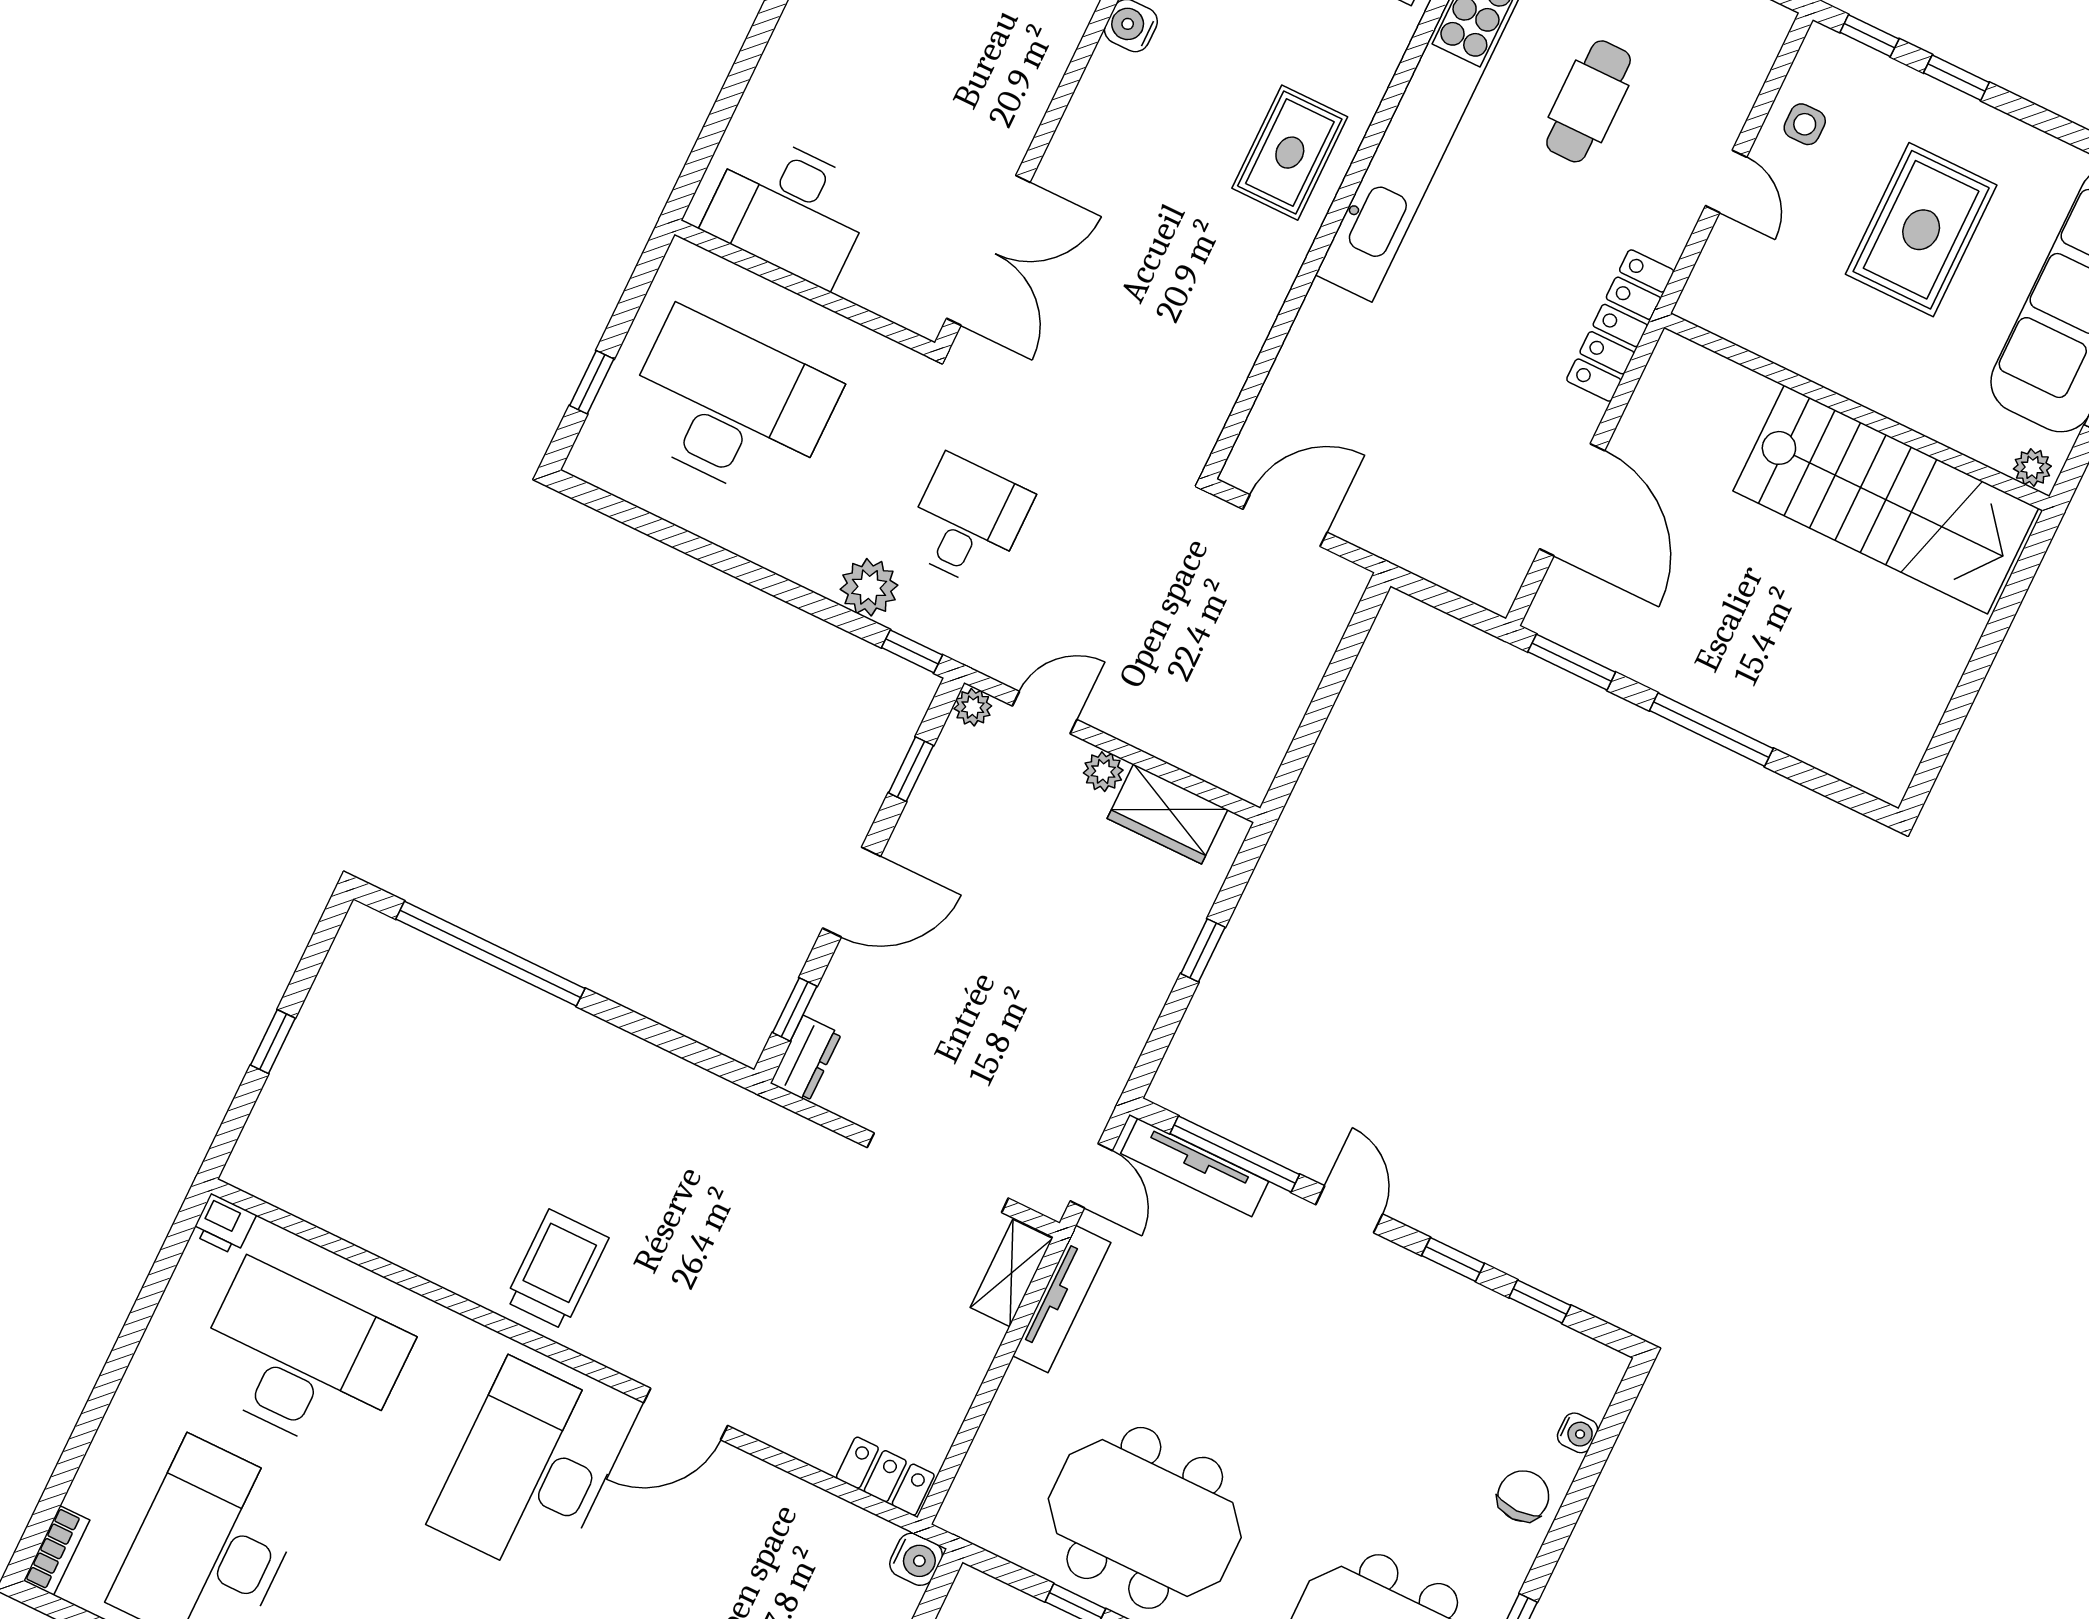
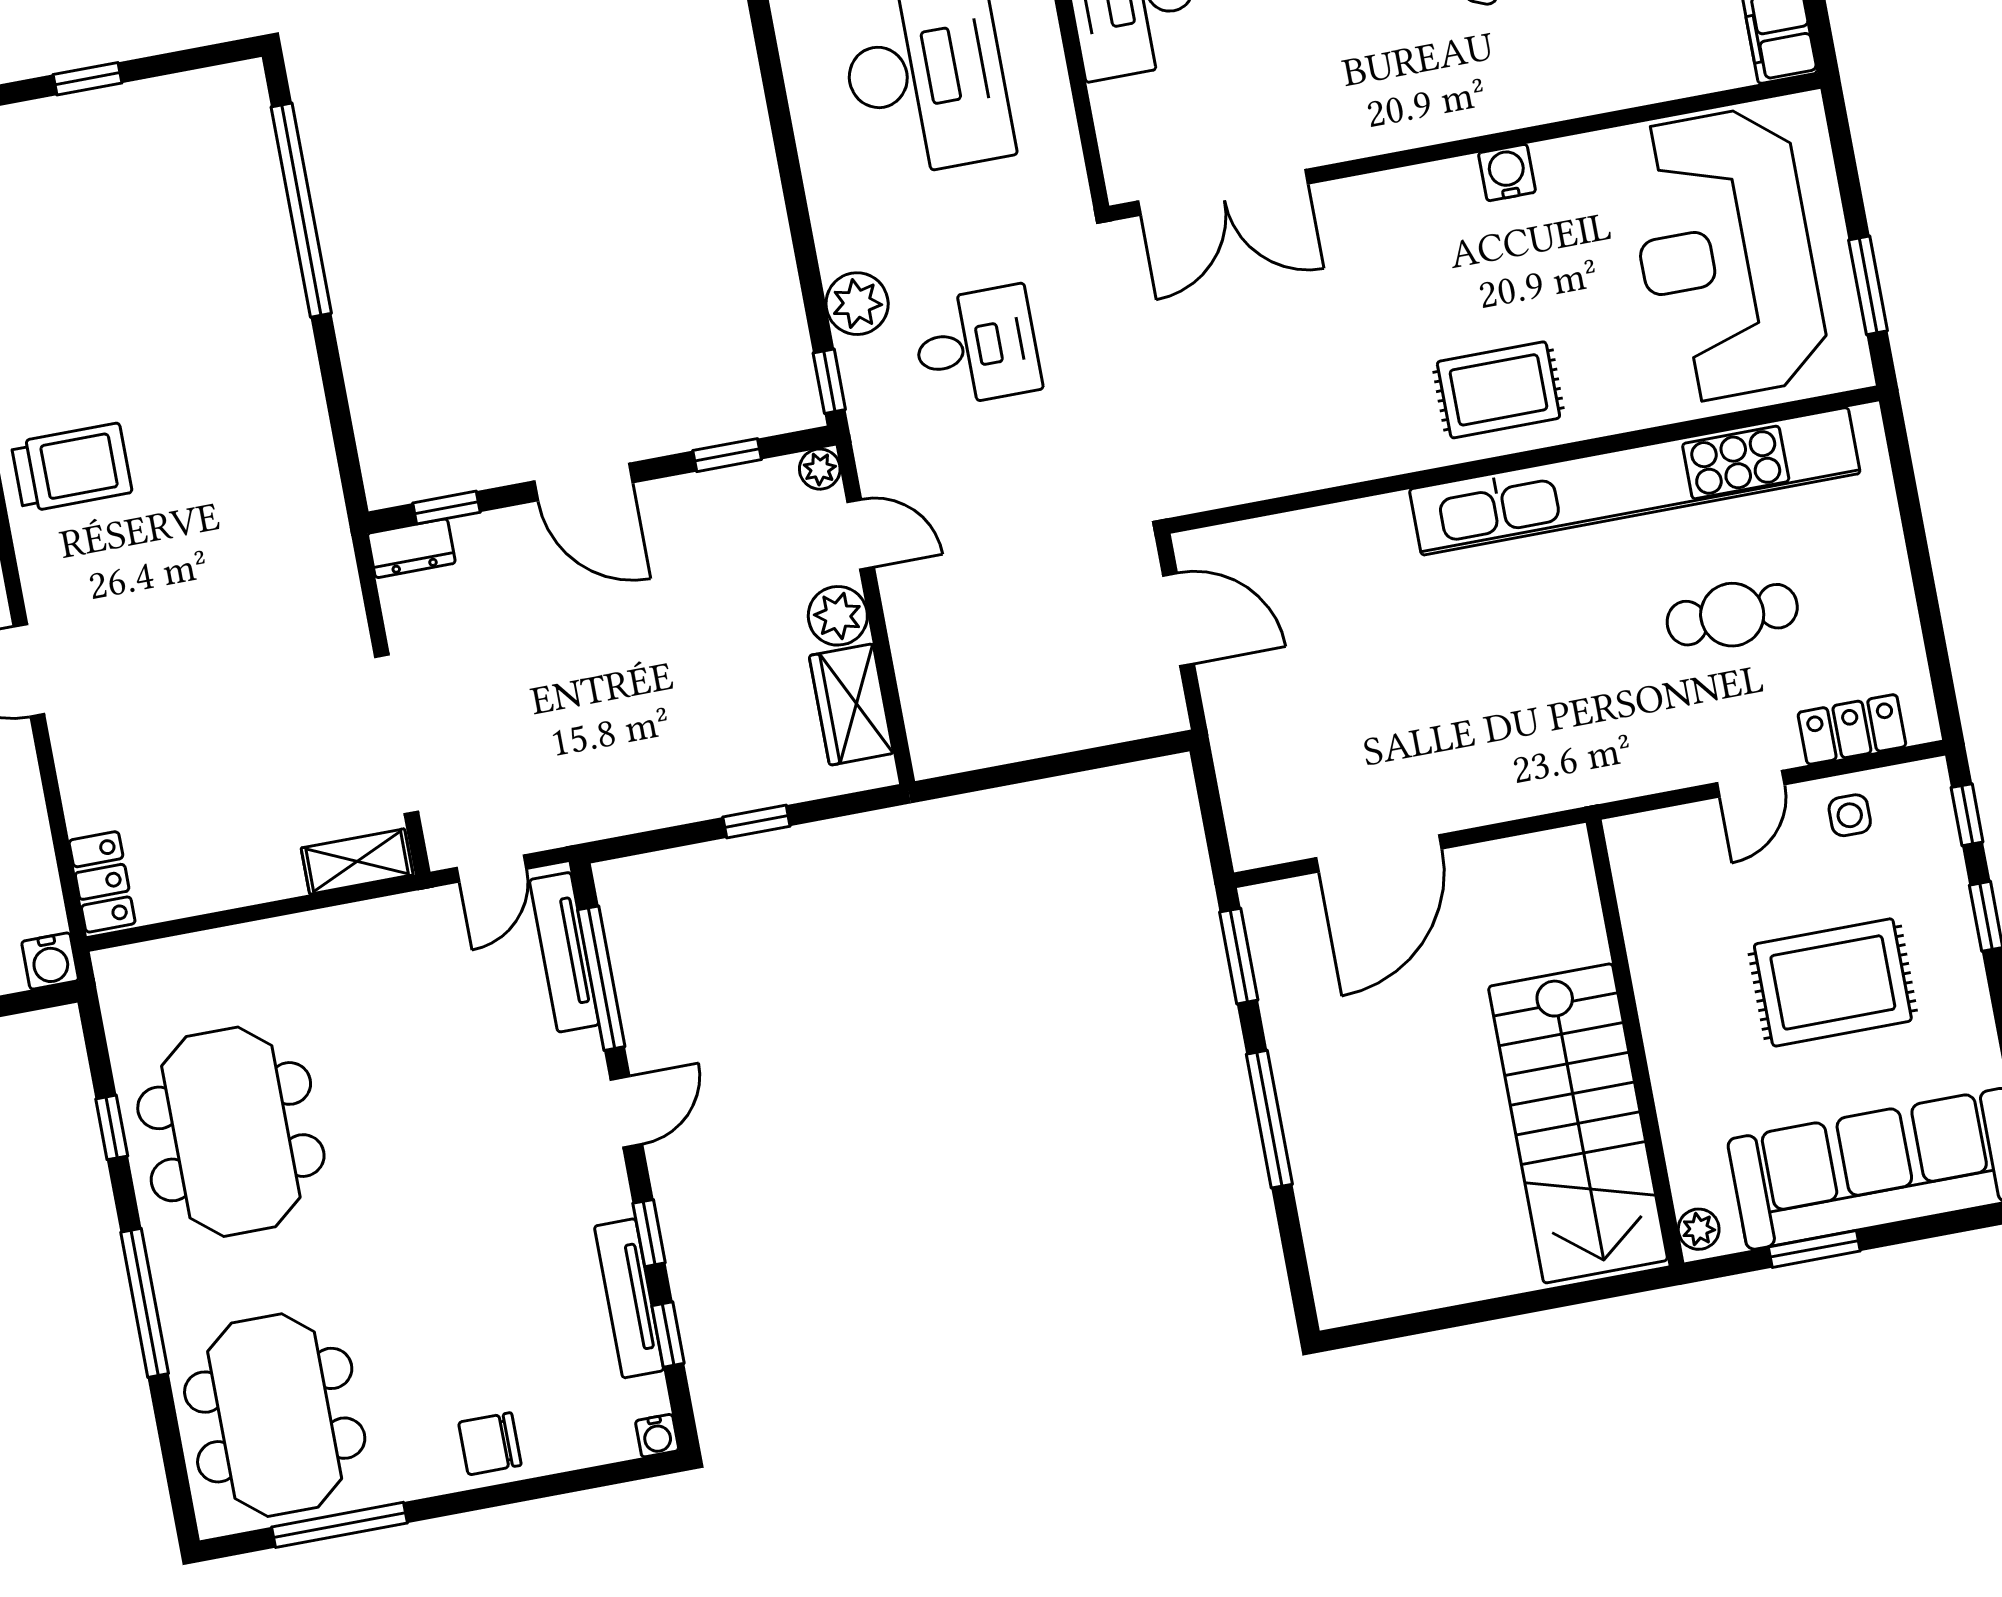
locker: (1620, 326) -> (1852, 729), moved, width x0.66
plant: (1103, 772) -> (838, 616), width x1.38, depth x1.38
tv unit: (1062, 1299) -> (629, 1298), moved, turned 90
water cooler: (1578, 1433) -> (657, 1436), moved
chair: (1523, 1496) -> (490, 1444), turned 180

